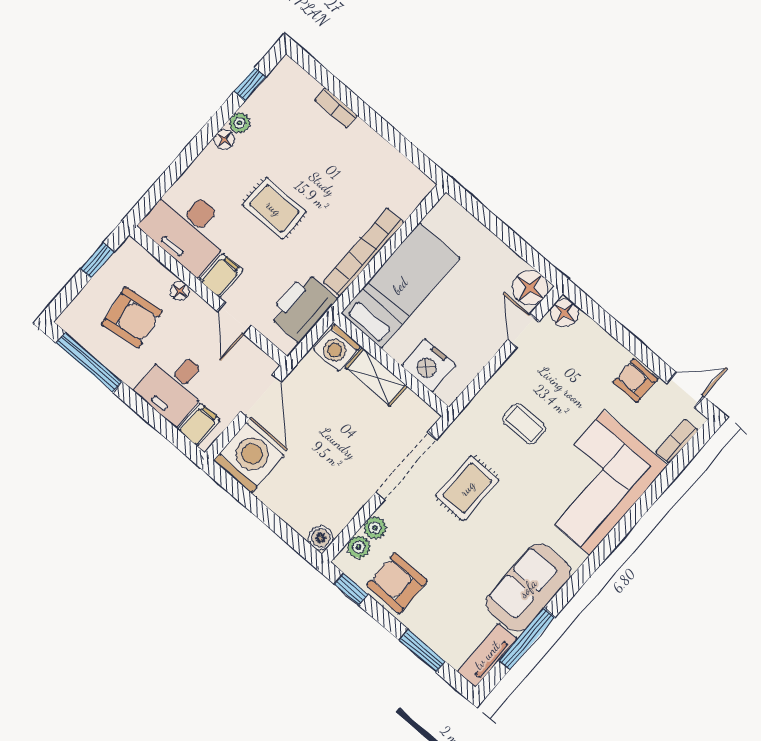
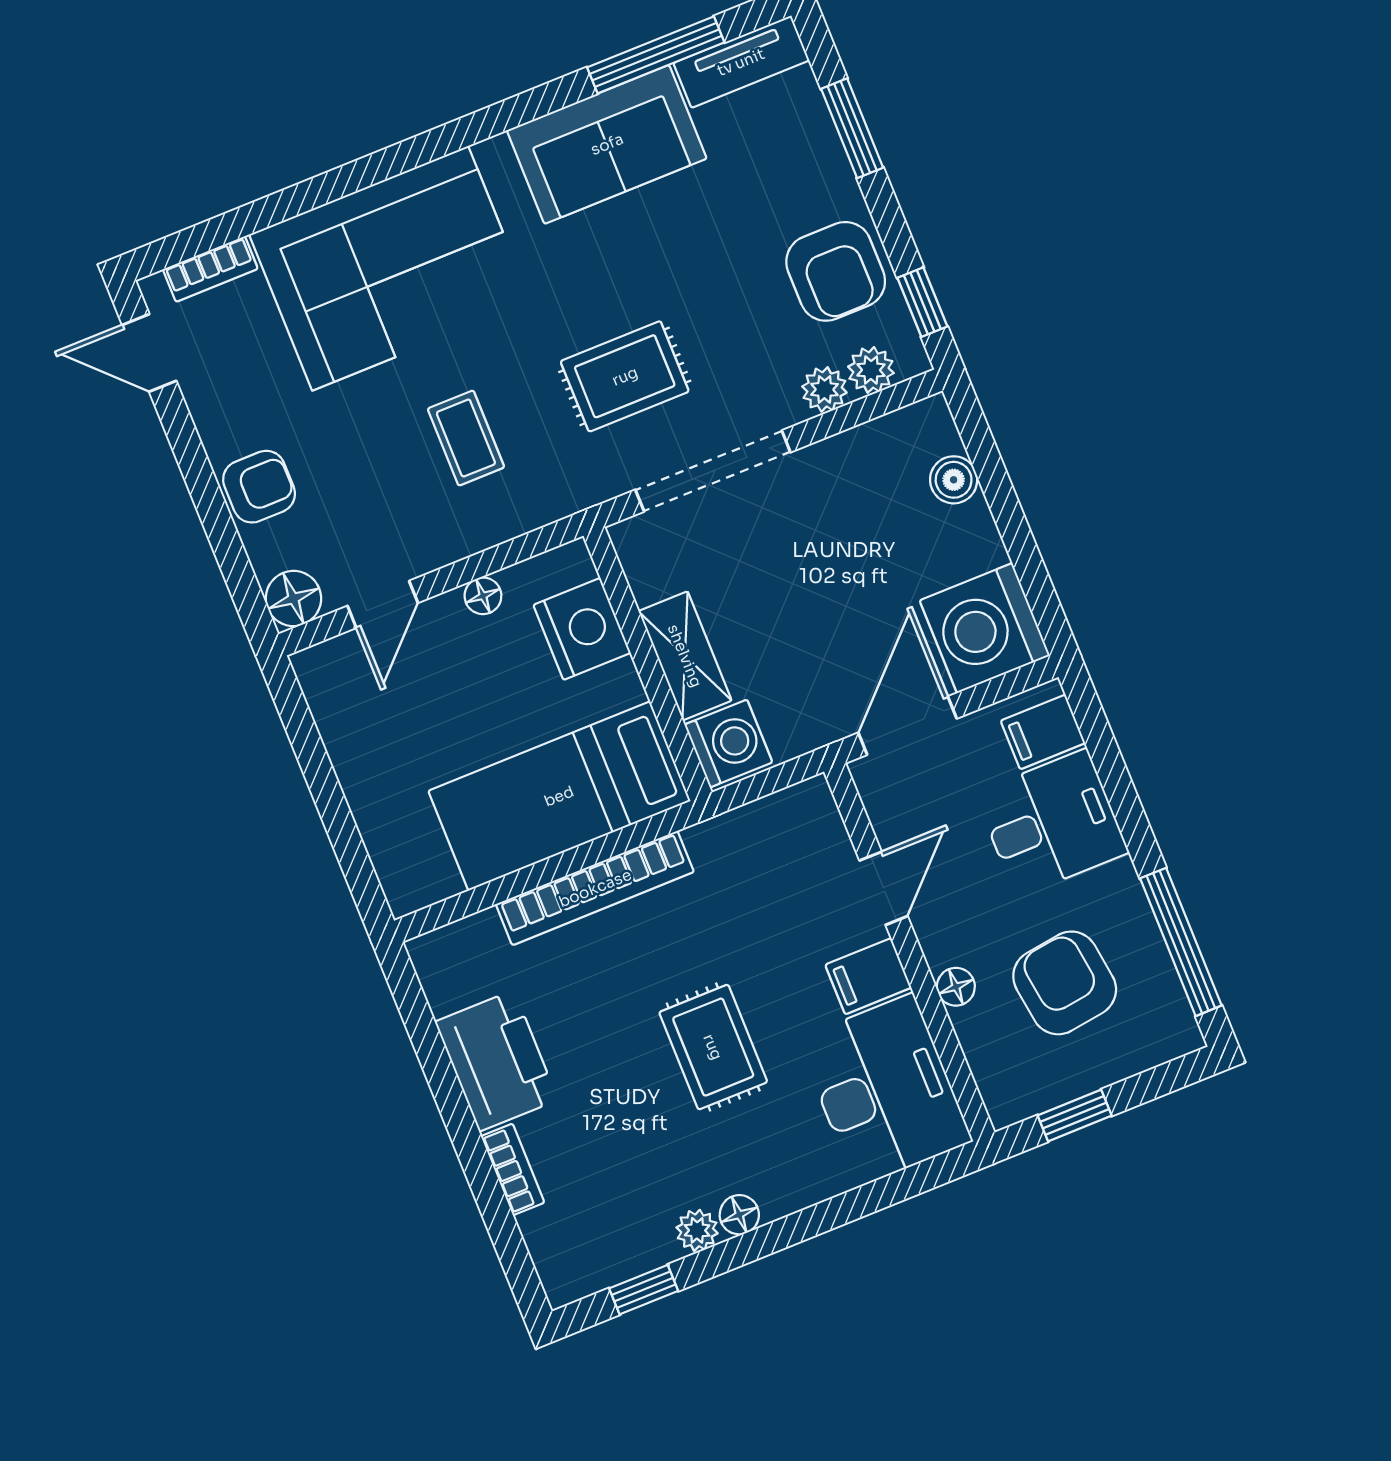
floor lamp: (530, 288) -> (483, 596), moved, width x0.53, depth x0.53
printer: (303, 307) -> (496, 1061), moved, turned -90
armchair: (635, 380) -> (259, 487), moved, turned -90
boiler: (321, 538) -> (954, 480), moved

